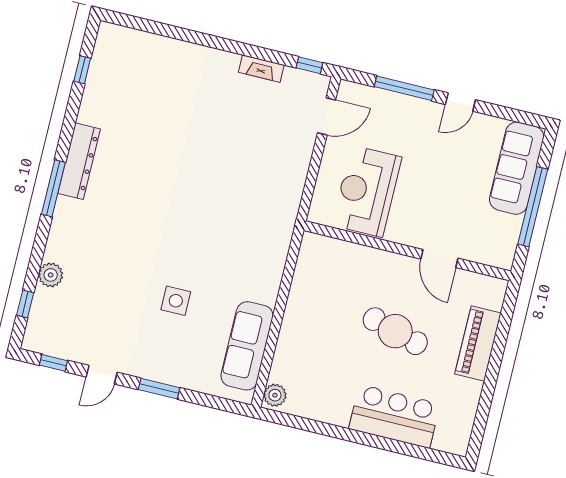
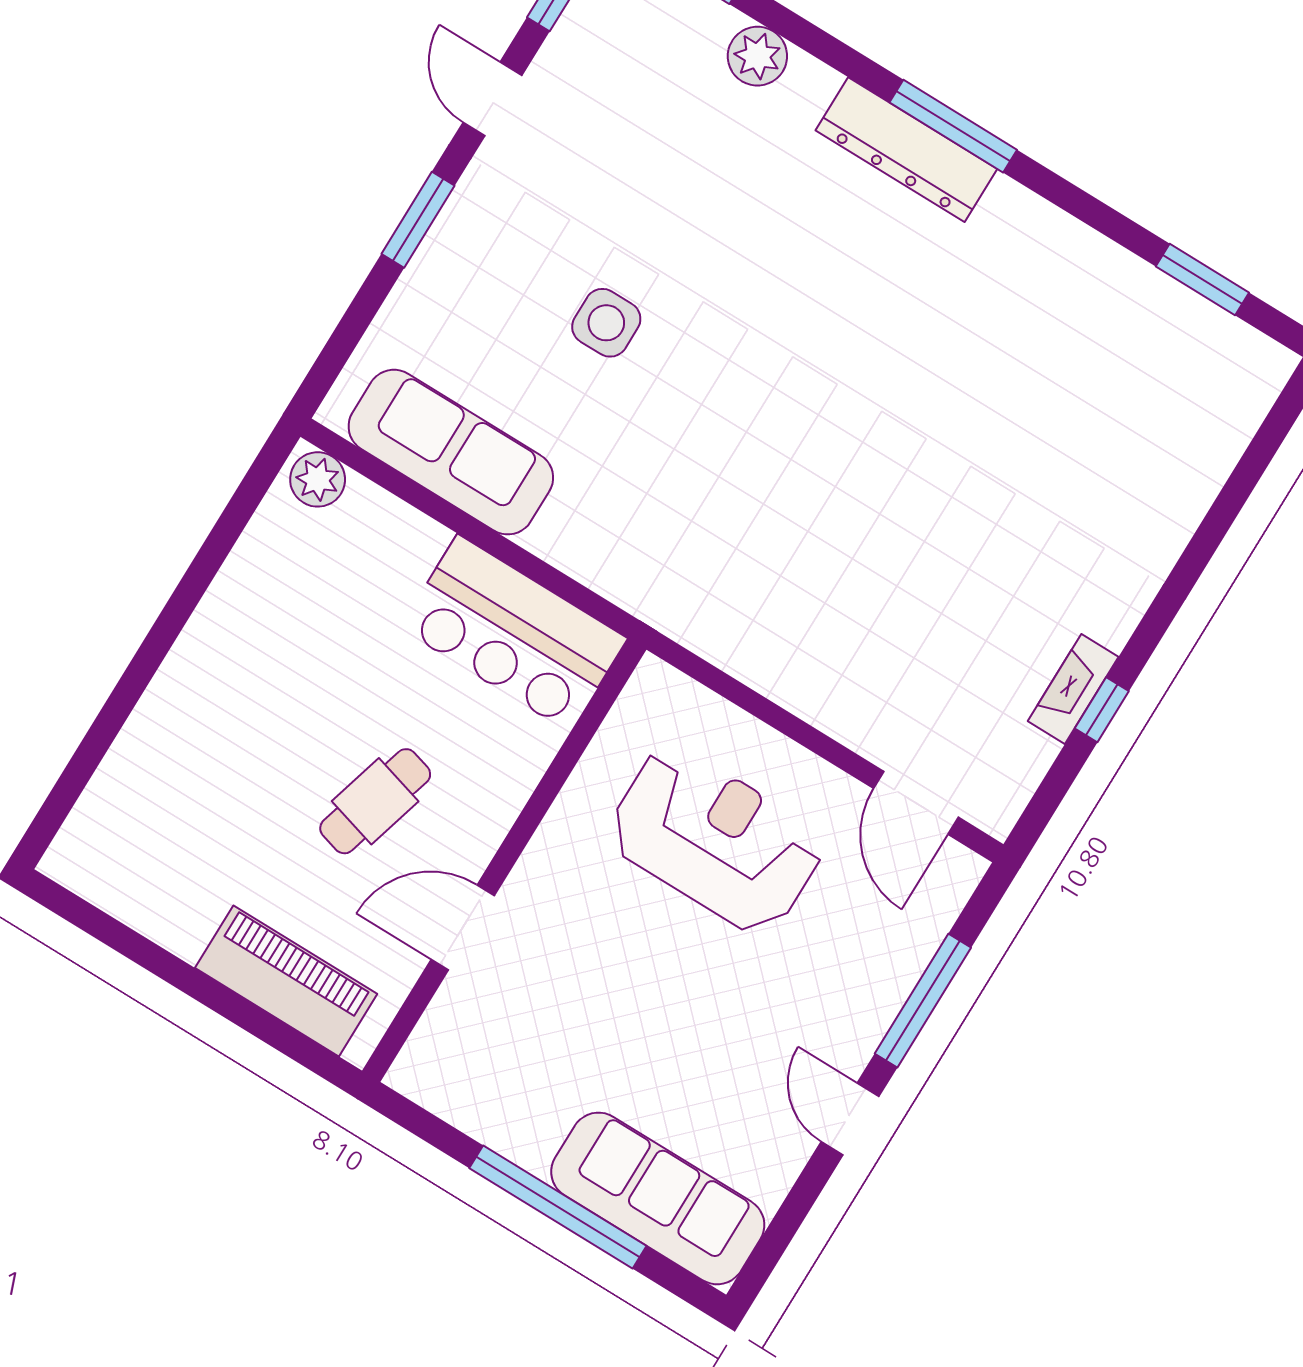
window: (309, 65) -> (1102, 710), moved
window: (82, 70) -> (1202, 279), width x1.50
dresser: (79, 161) -> (906, 150), moved
wall: (407, 251) -> (504, 860), moved
door: (439, 259) -> (463, 927), moved
cafe table: (395, 331) -> (375, 801), width x0.73, depth x0.74
bar counter: (394, 416) -> (514, 633), moved, turned 90

